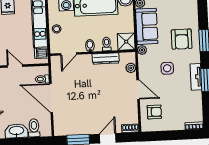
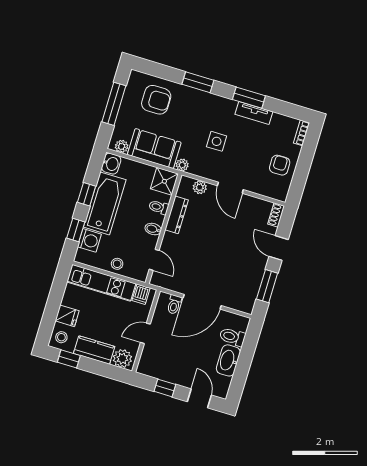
armchair: (182, 39) -> (156, 100), moved
tv unit: (196, 77) -> (254, 113), moved
door: (138, 89) -> (230, 188), swing flipped
armchair: (154, 112) -> (280, 165), moved

